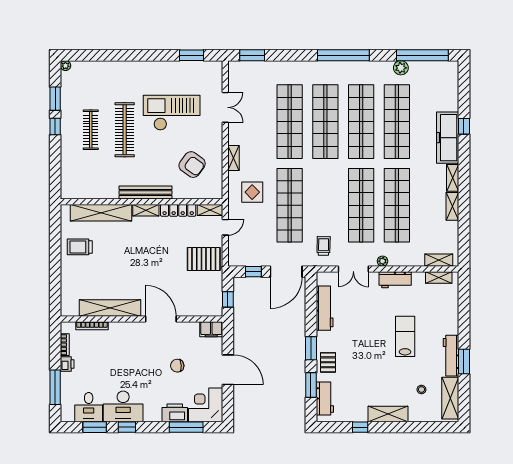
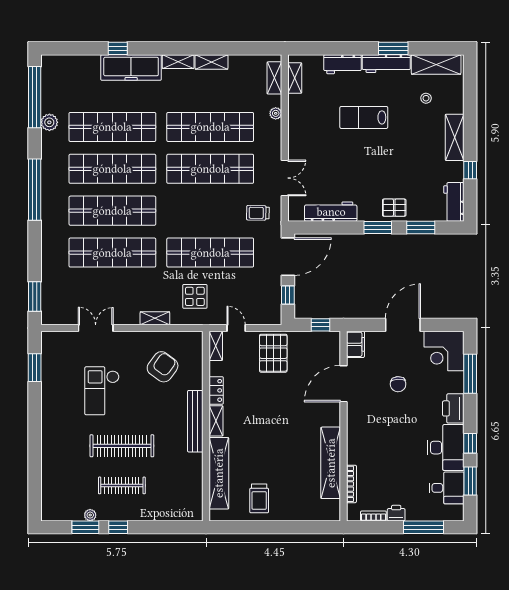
plant: (65, 66) -> (90, 515), moved
checkout: (172, 113) -> (102, 391), width x0.73, depth x0.83
locker: (178, 210) -> (216, 390), width x0.66
plant: (383, 261) -> (276, 113), moved
door: (286, 272) -> (288, 257), hinge flipped
workbench: (395, 280) -> (342, 64), moved, turned 90
door: (161, 319) -> (344, 384), moved
workbench: (325, 398) -> (454, 202), moved, turned -90
printer: (175, 413) -> (453, 408), moved

